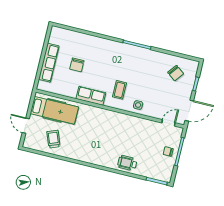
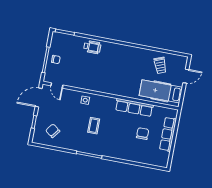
coffee table: (120, 90) -> (94, 126), moved
row of seats: (91, 96) -> (134, 107), width x1.48
door: (168, 123) -> (57, 85), hinge flipped
door: (26, 126) -> (186, 76), hinge flipped

